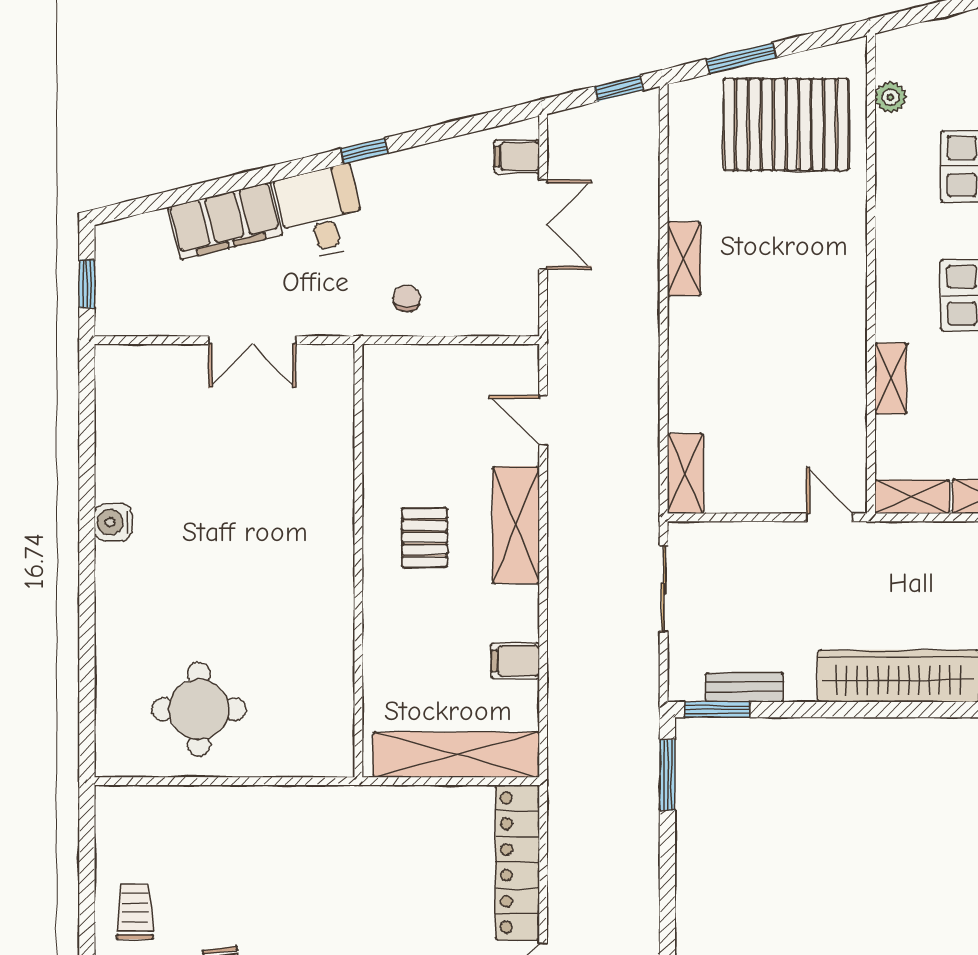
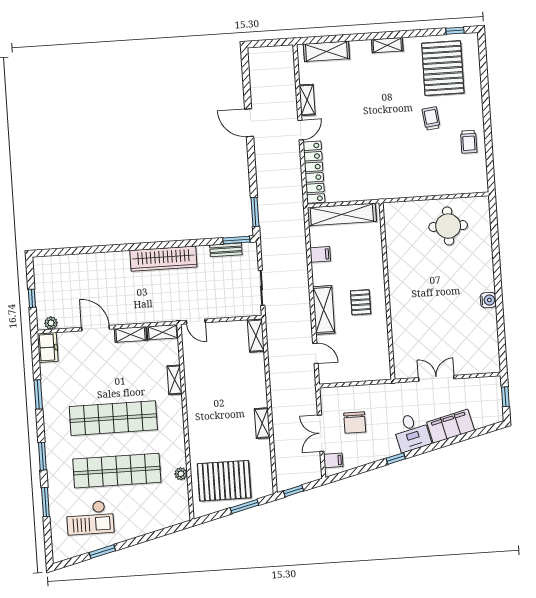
plant: (891, 97) -> (181, 474), moved
chair: (407, 298) -> (355, 422), moved, width x1.87, depth x1.87

